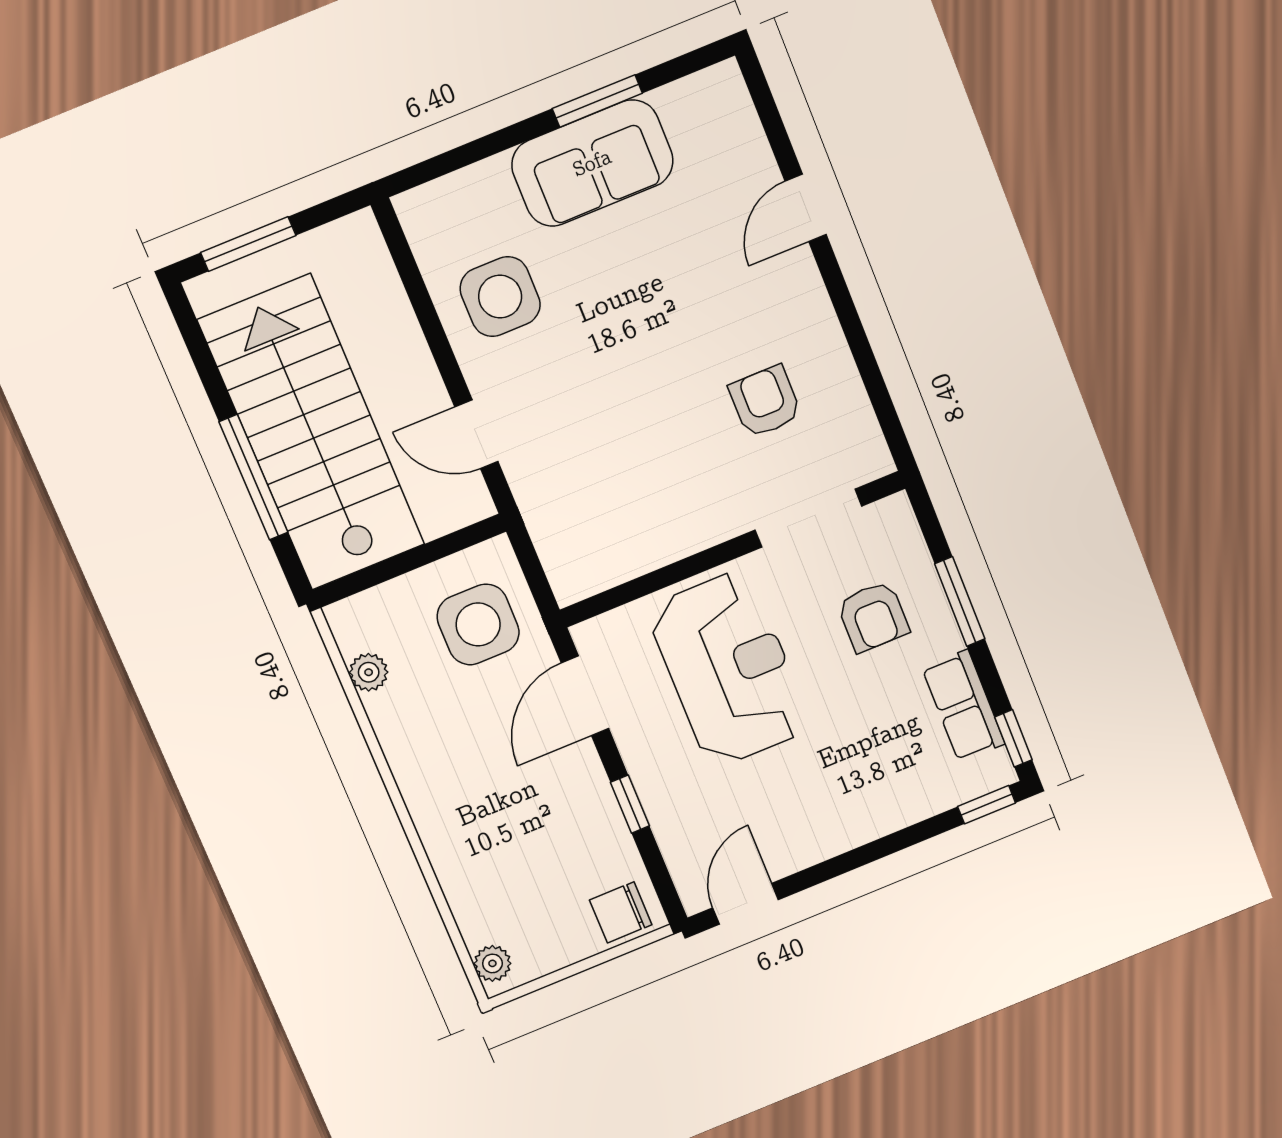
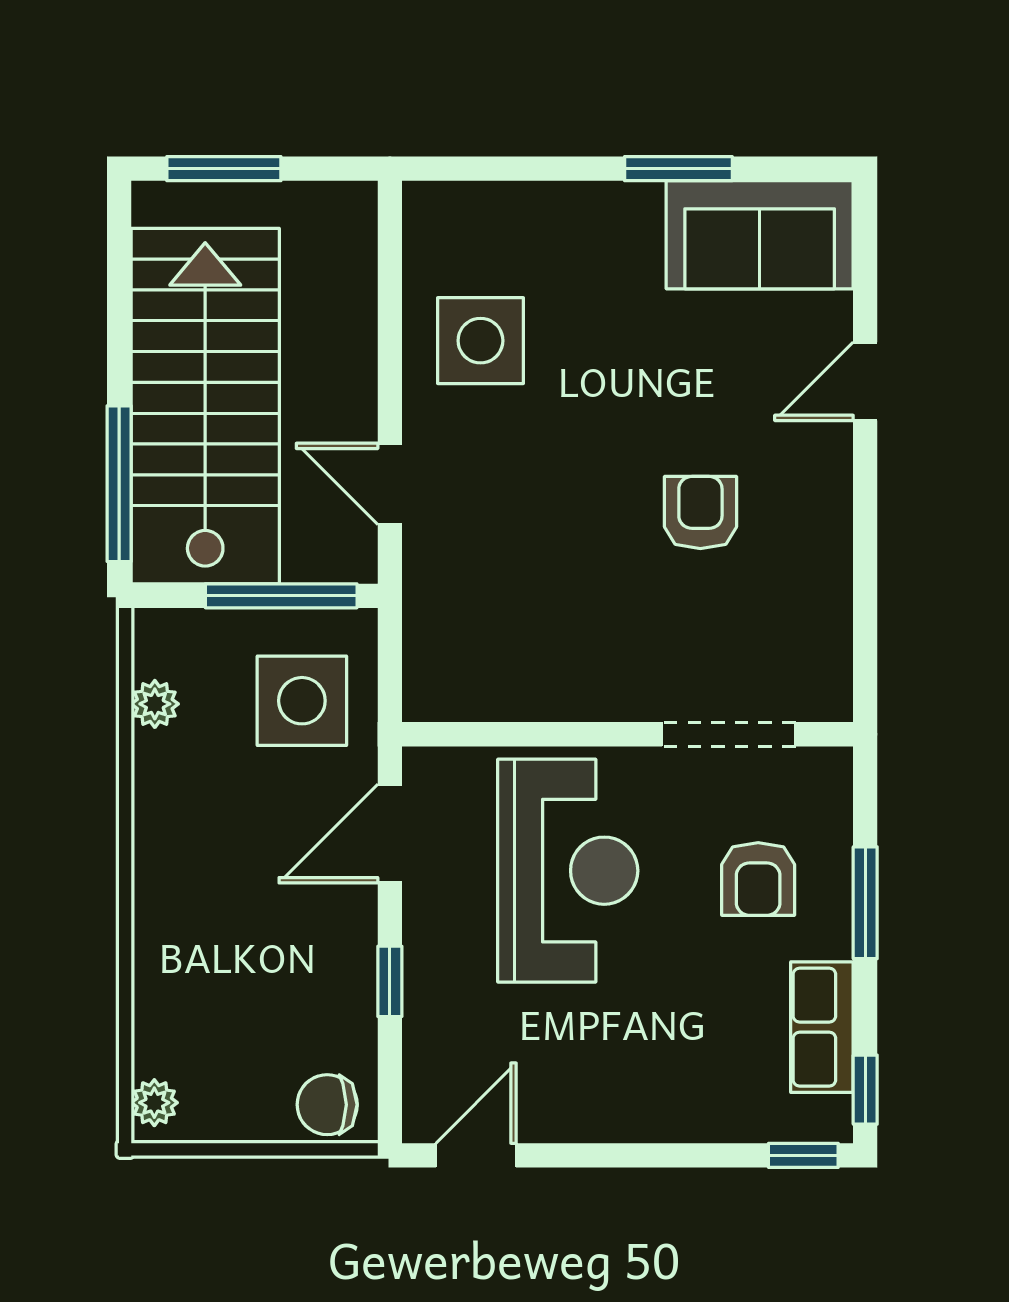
sofa: (592, 163) -> (760, 235), moved
armchair: (765, 402) -> (700, 512), moved
window: (253, 477) -> (119, 484), moved
window: (430, 553) -> (281, 596), added

